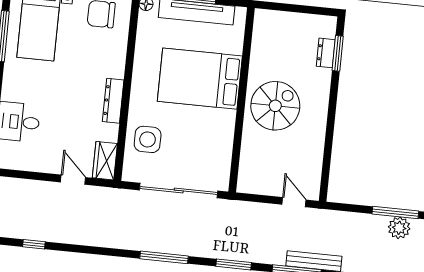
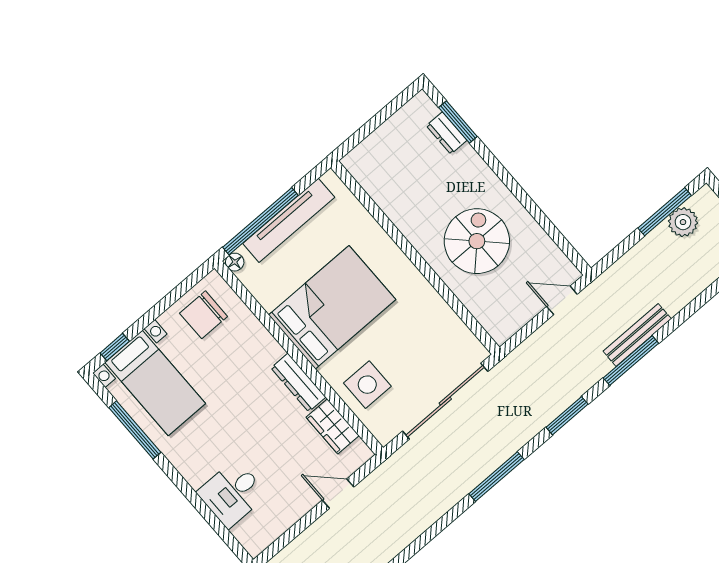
bed: (200, 79) -> (332, 307), moved, turned 180
spiral stairs: (275, 106) -> (477, 241), moved
wardrobe: (105, 161) -> (333, 426), moved

